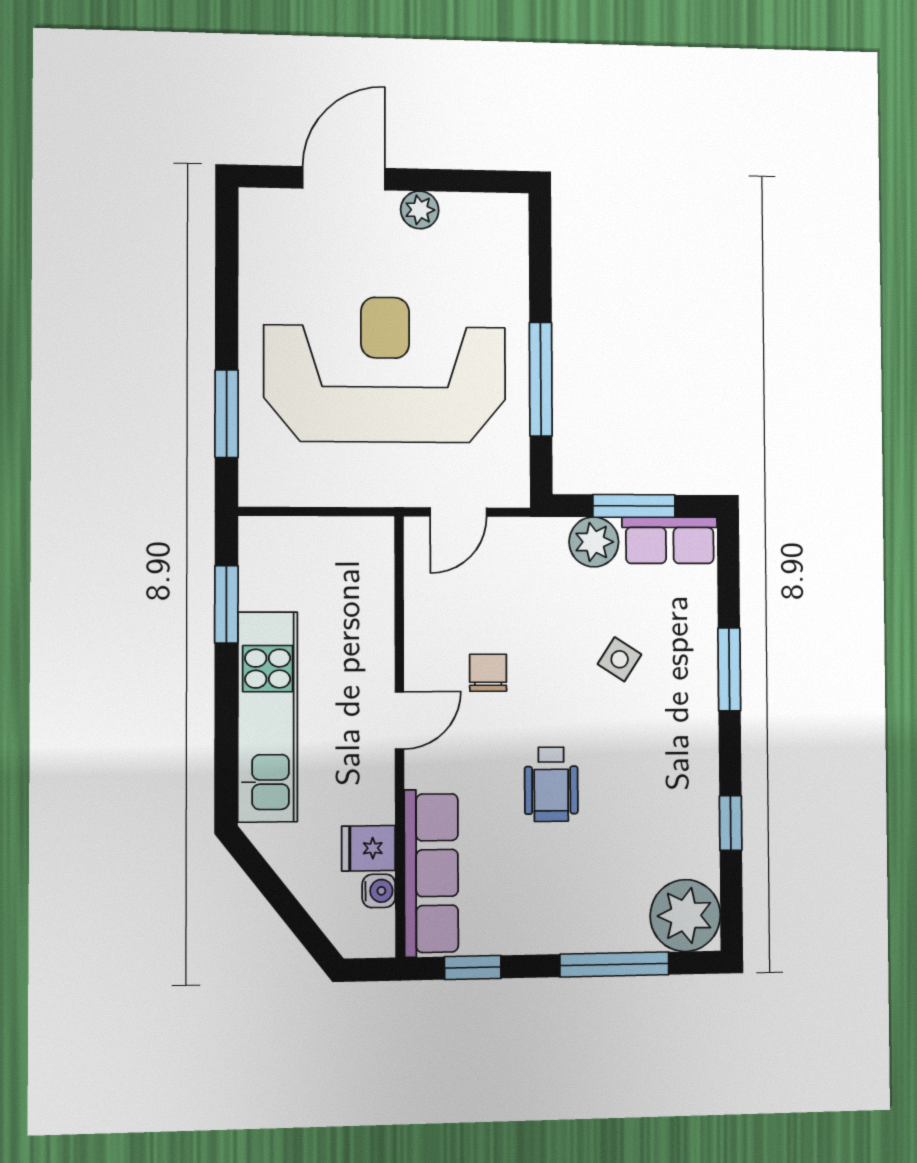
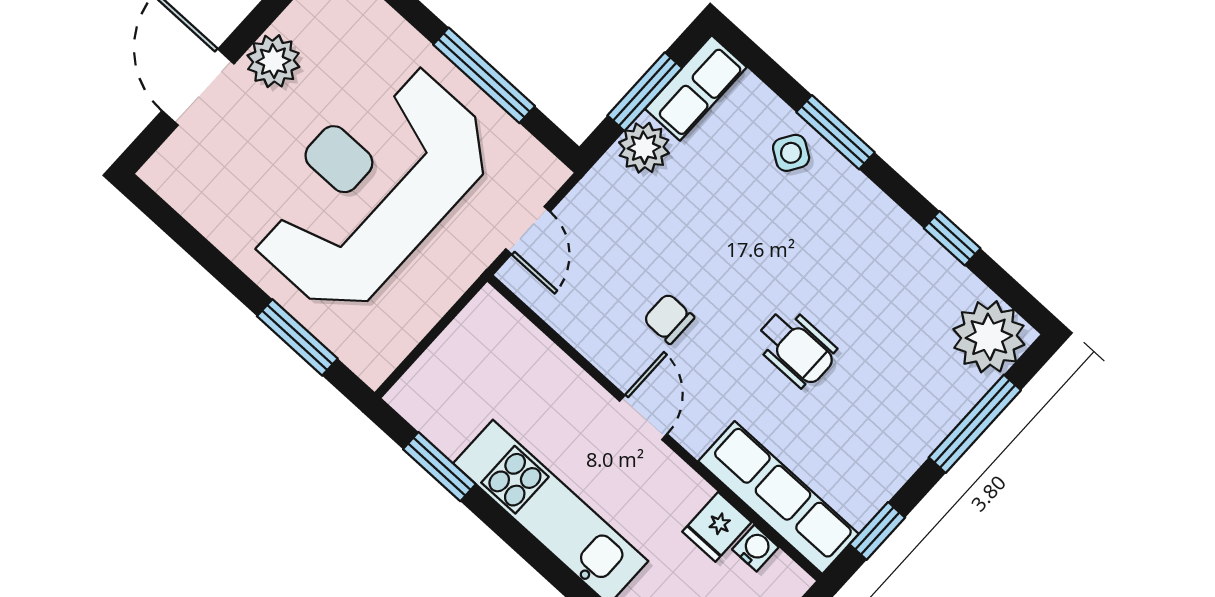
plant: (420, 210) -> (273, 61), width x1.38, depth x1.38
side table: (620, 659) -> (791, 153), moved

